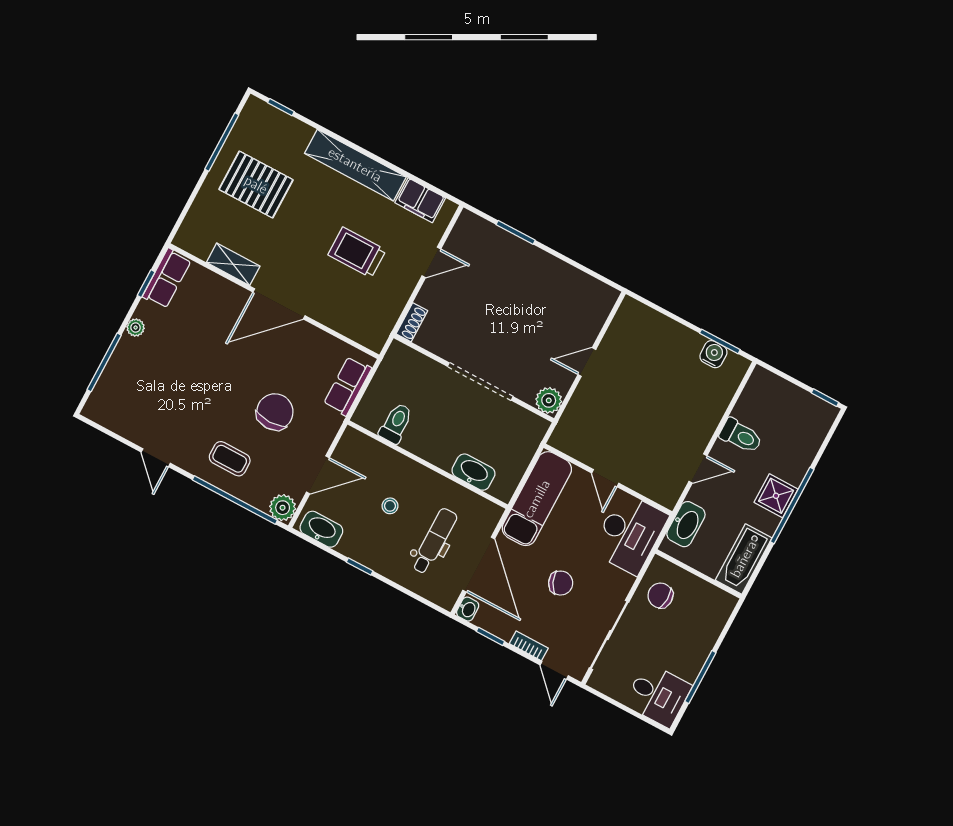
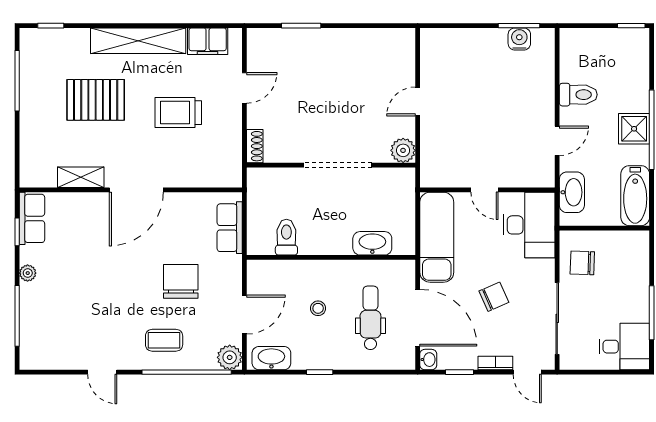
pallet: (256, 185) -> (96, 100), moved

